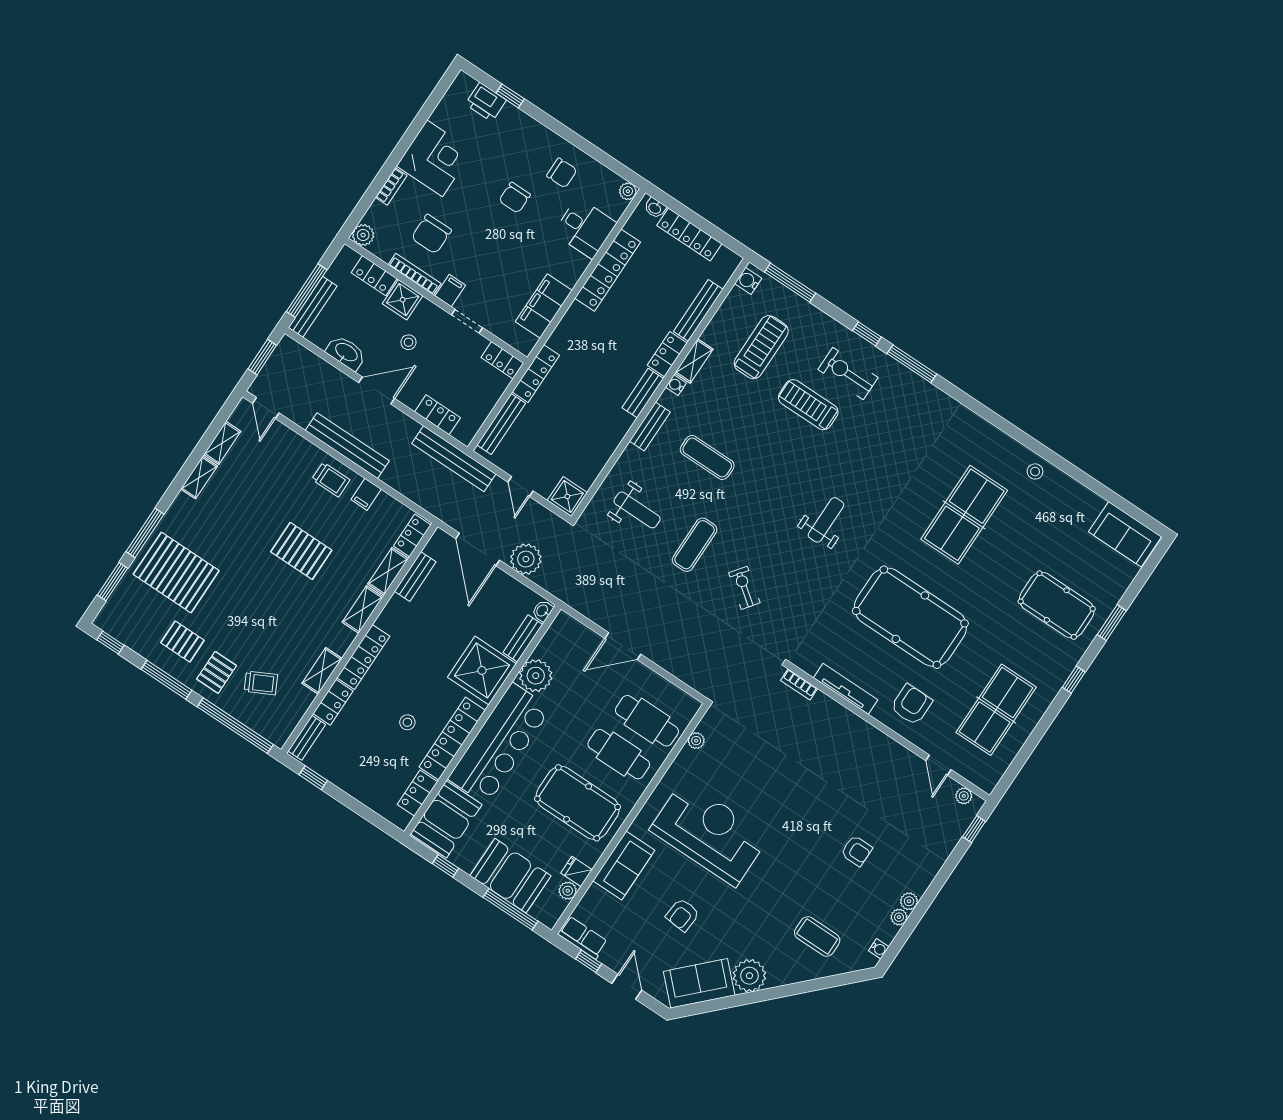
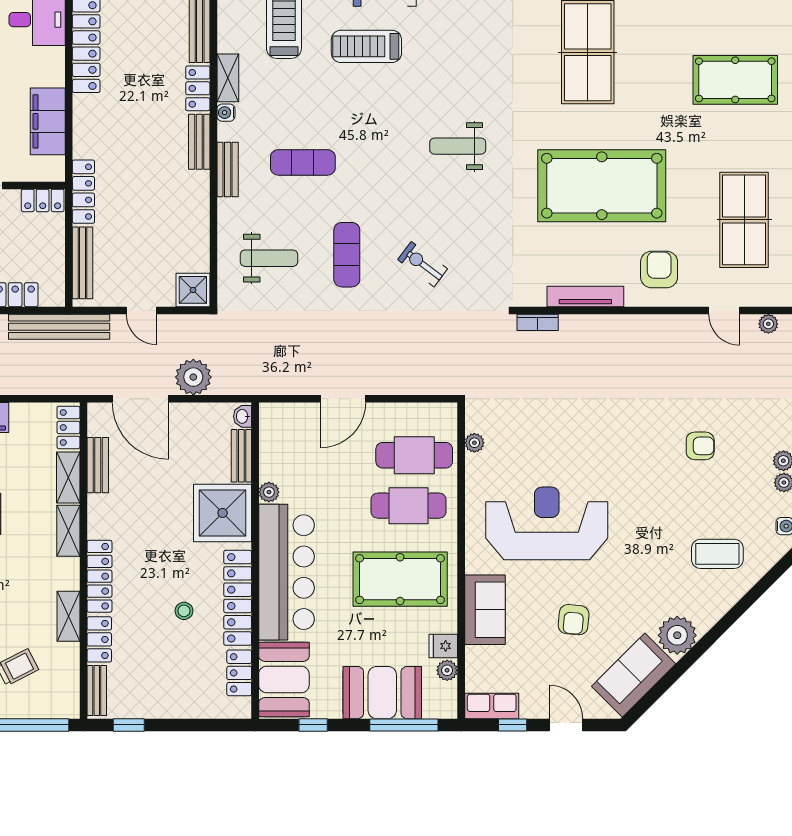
weight bench: (826, 520) -> (458, 146), turned -90
plant: (536, 676) -> (269, 492), width x0.53, depth x0.53

